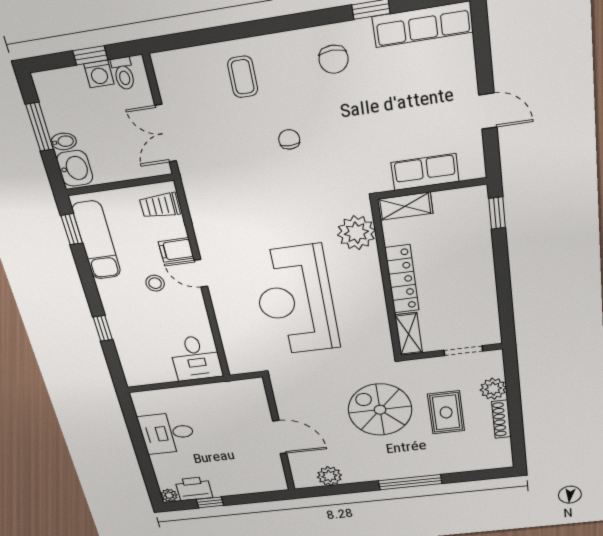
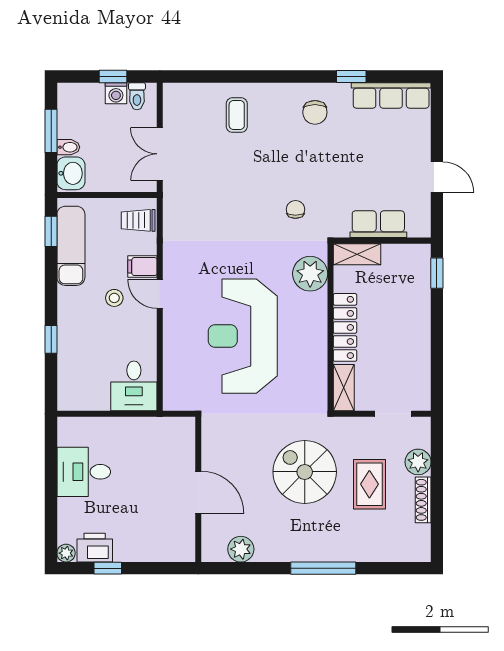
chair: (289, 139) -> (295, 209), moved

